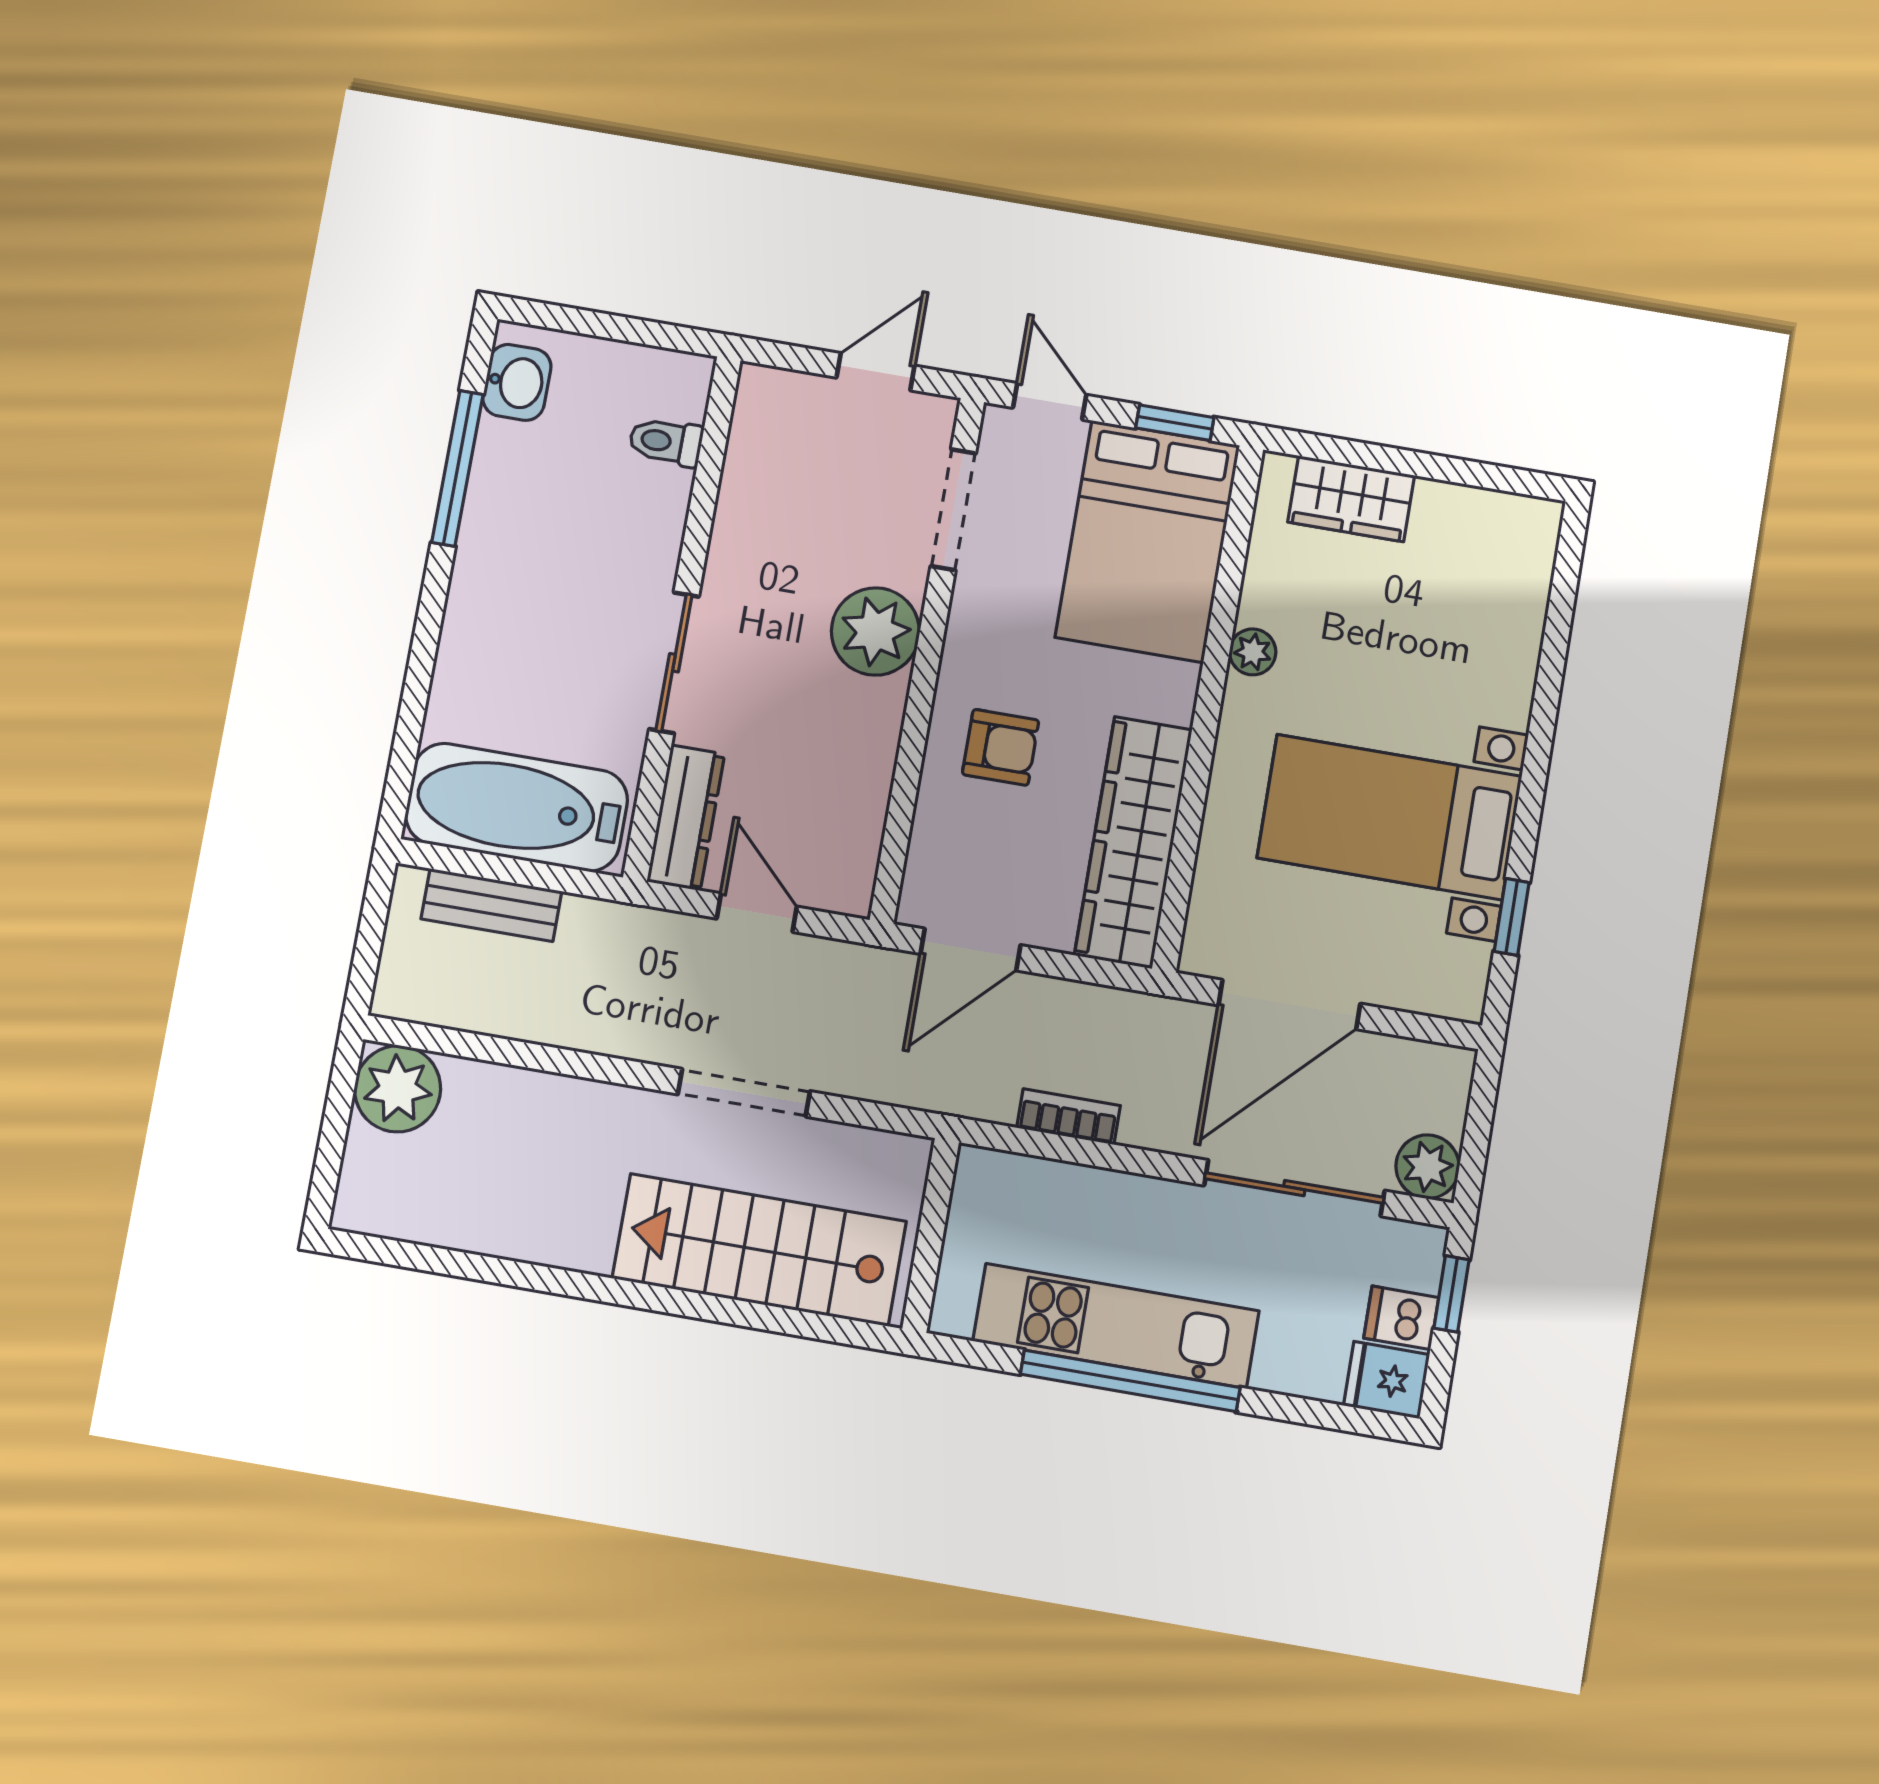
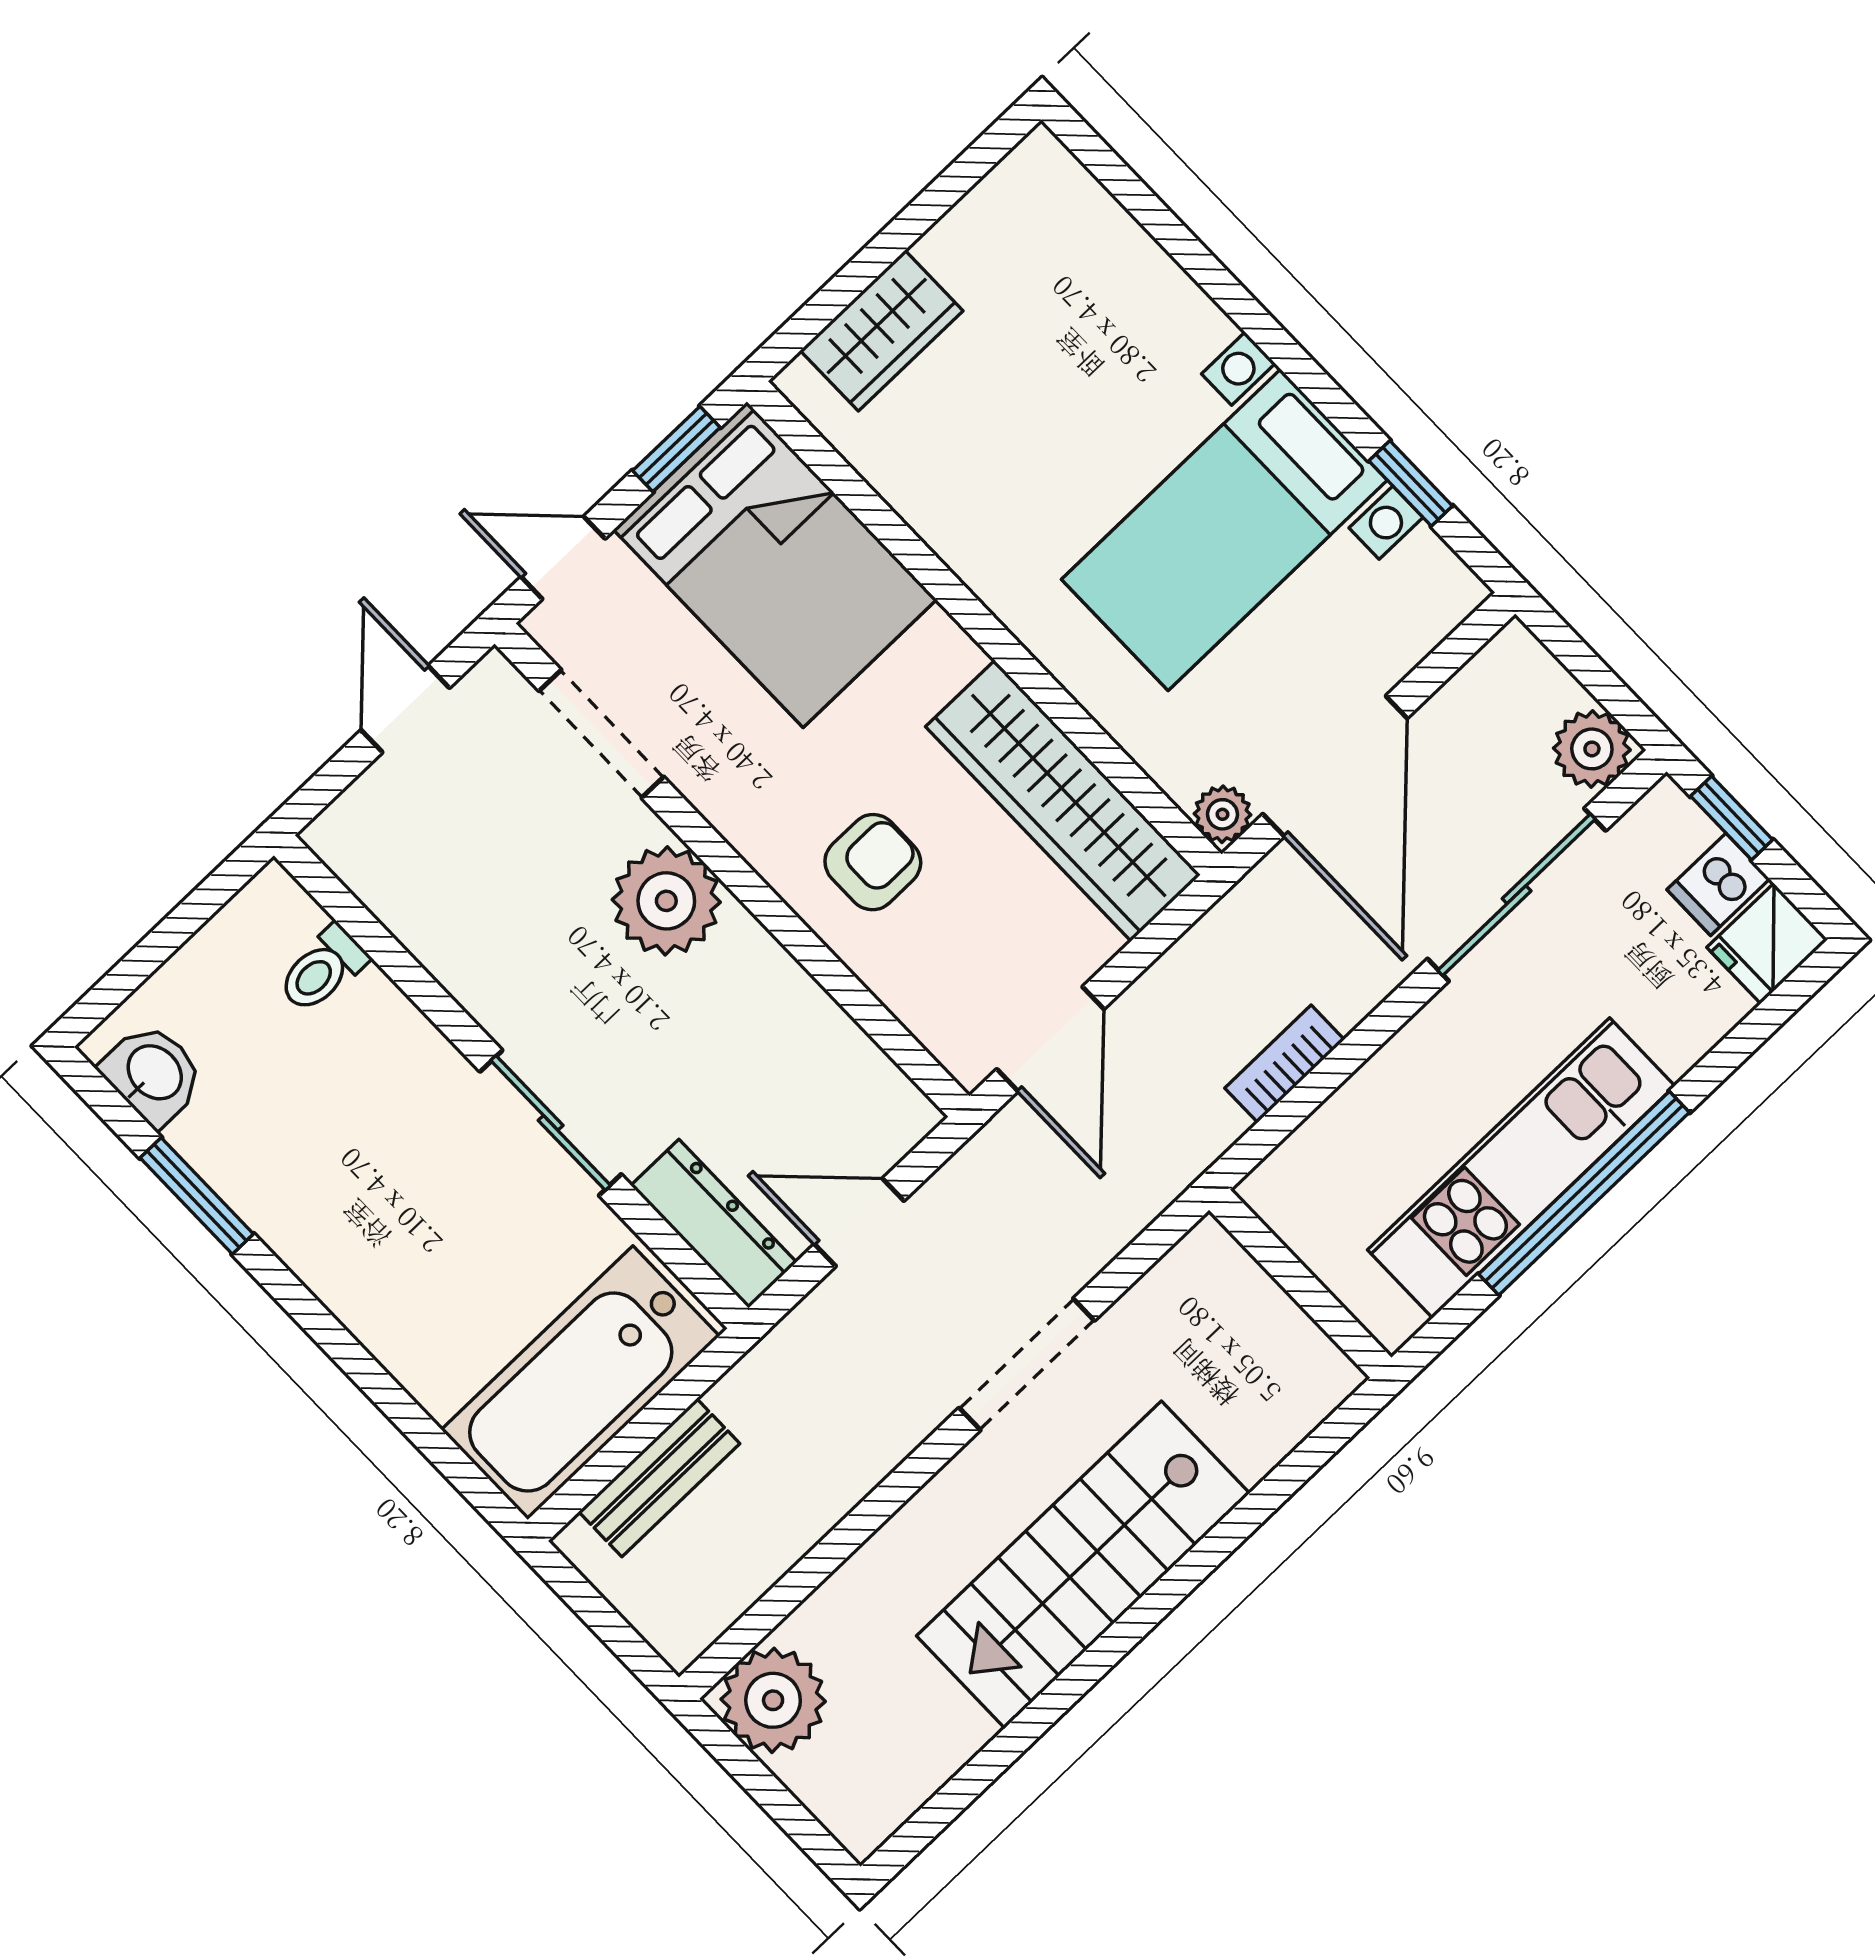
window: (457, 468) -> (197, 1196), width x0.69
plant: (1253, 652) -> (1223, 814), moved
stairs: (759, 1250) -> (1083, 1565), moved

